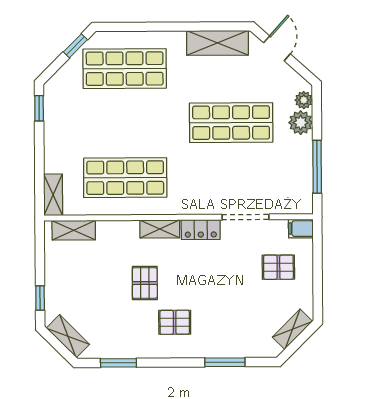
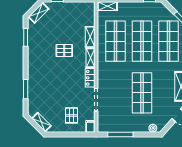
shop shelf: (125, 123) -> (142, 41), added
plant: (301, 123) -> (142, 127), removed
shelving: (74, 230) -> (90, 37), moved
pallet: (175, 322) -> (45, 65), removed

